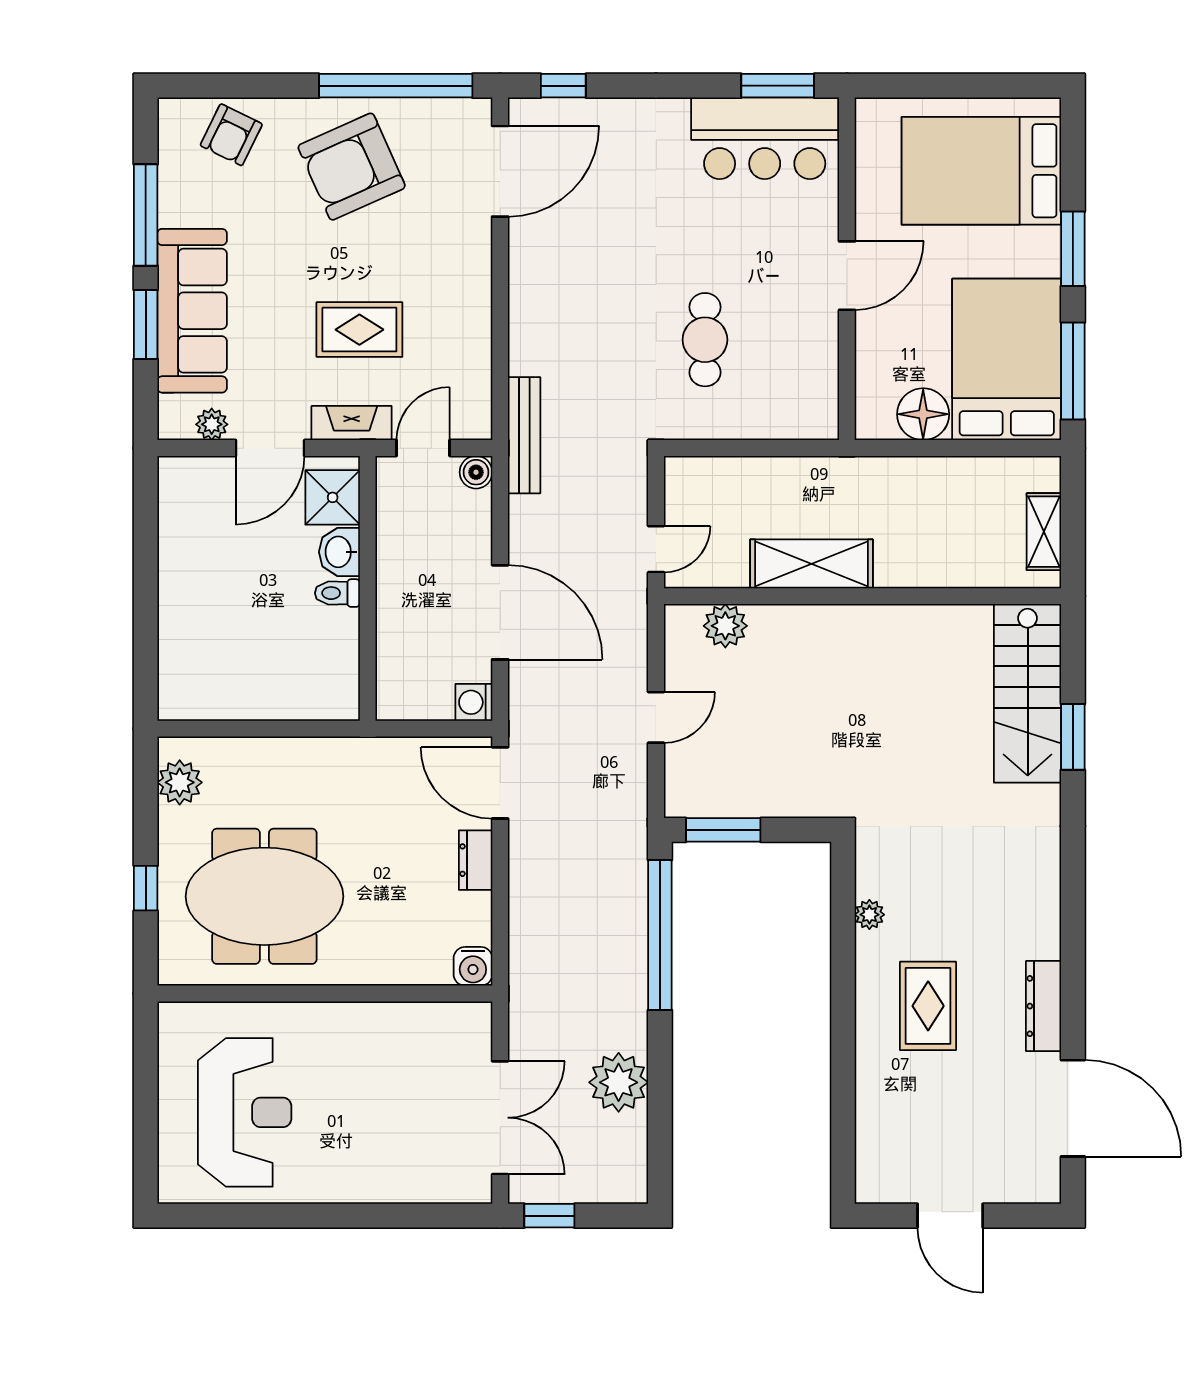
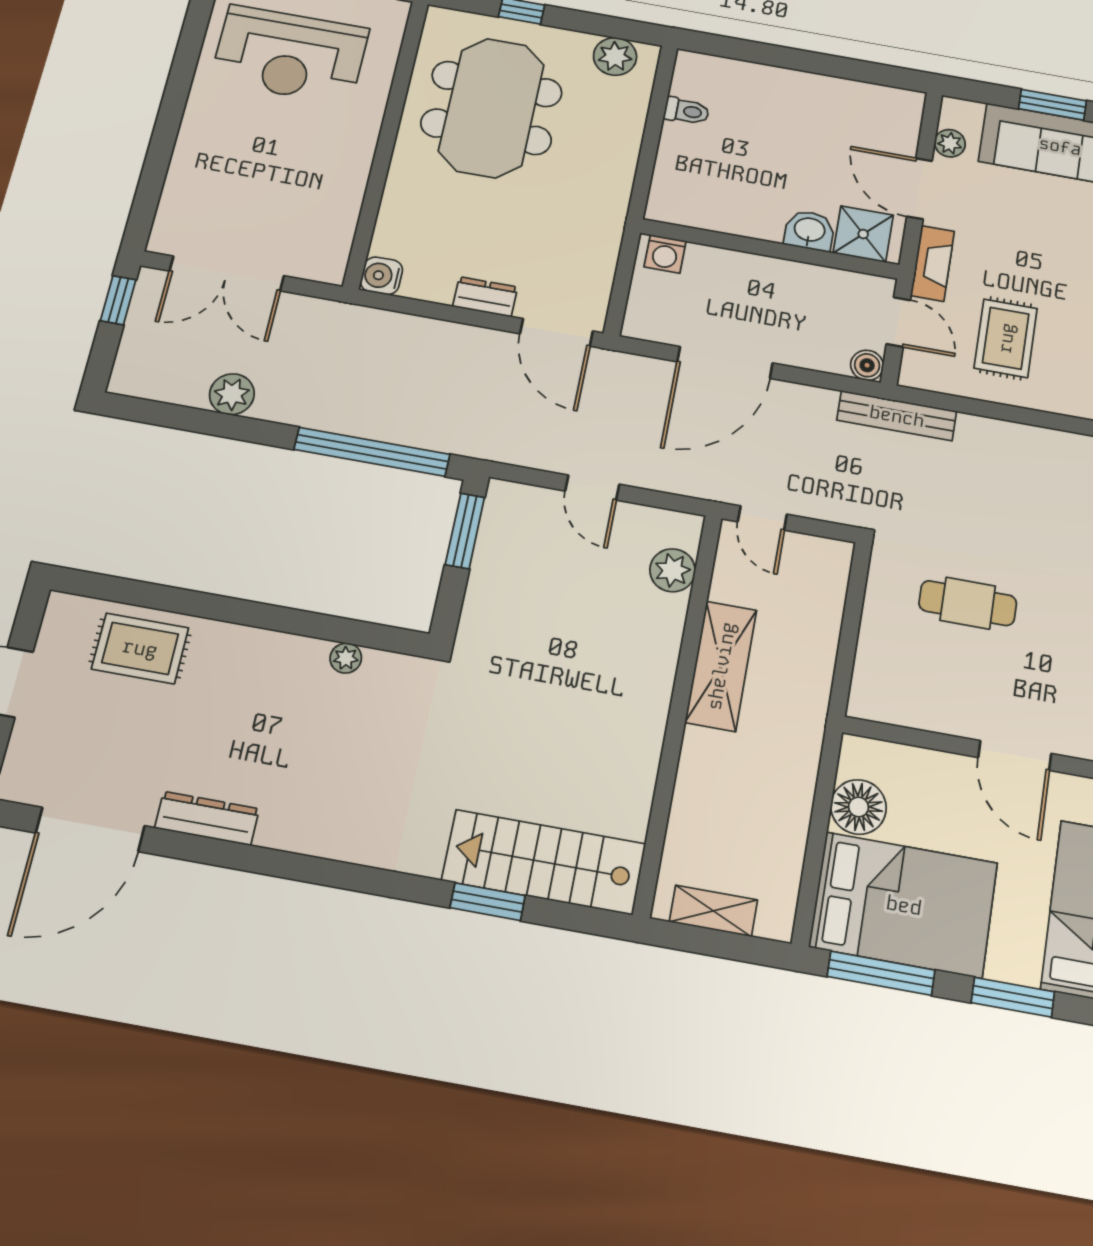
rug: (359, 330) -> (1006, 338), moved
toilet: (337, 593) -> (687, 111), moved, turned 90
washing machine: (474, 702) -> (665, 254), moved, turned 180
door: (500, 783) -> (556, 332), swing flipped
rug: (928, 1006) -> (140, 648), moved
plant: (619, 1082) -> (232, 394), width x0.73, depth x0.73

